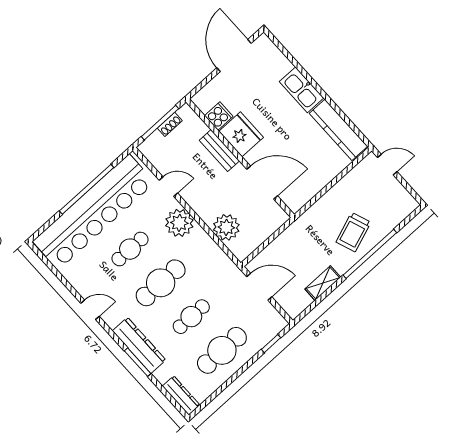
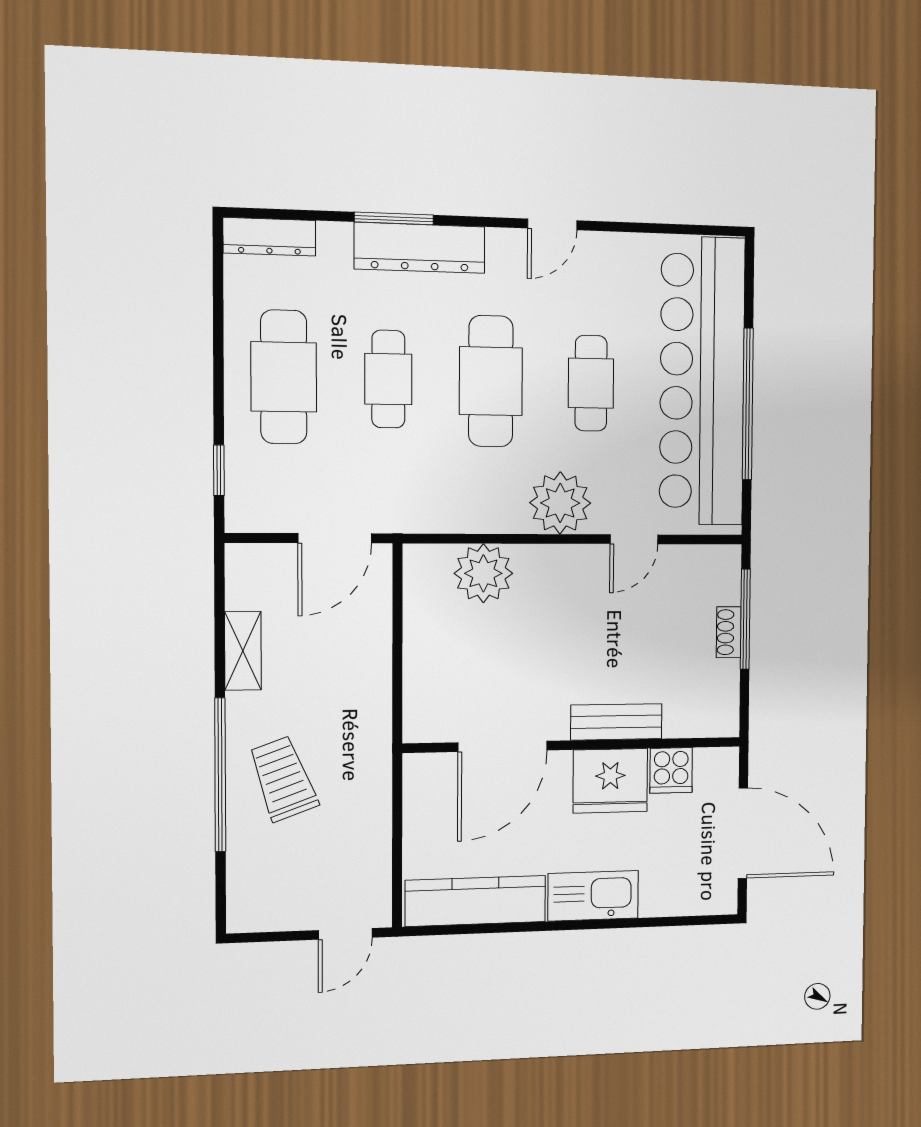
cooker: (219, 116) -> (671, 770), moved
fridge: (241, 134) -> (610, 781), moved
bench: (219, 151) -> (616, 722), moved
wall: (240, 158) -> (574, 745), moved
door: (262, 183) -> (503, 746), moved

